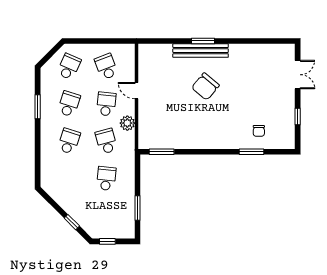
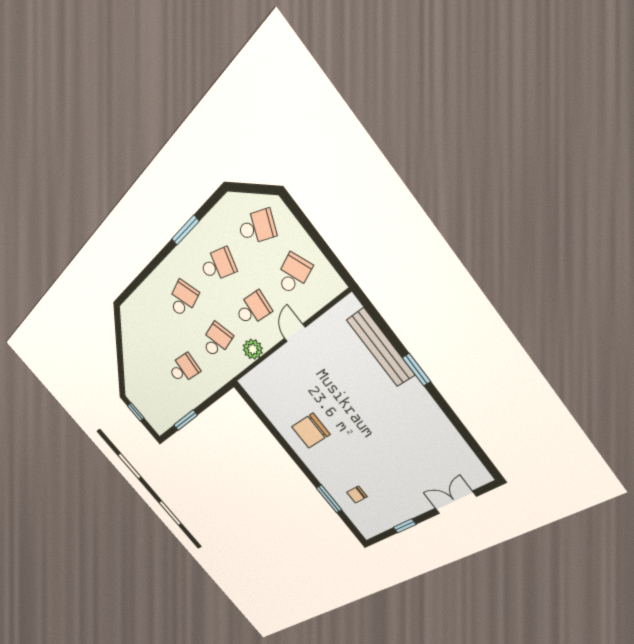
bench: (201, 51) -> (381, 348), moved
double door: (298, 75) -> (456, 502), swing flipped
chair: (205, 87) -> (311, 431), moved, turned -40
school desk: (69, 141) -> (183, 299), turned -36
window: (162, 152) -> (255, 408), removed
window: (72, 222) -> (121, 365), removed

